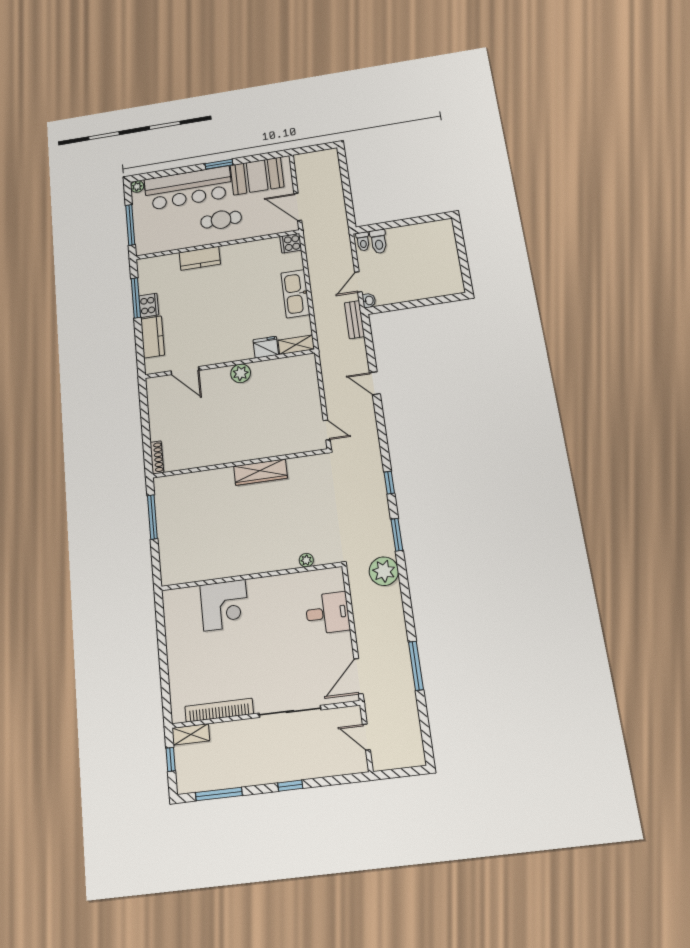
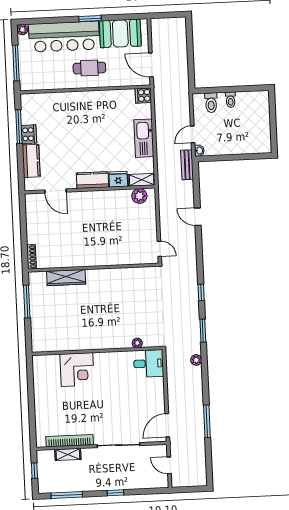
toilet: (363, 241) -> (231, 100), moved
kitchen counter: (200, 258) -> (93, 180), moved, turned 180
plant: (241, 373) -> (139, 196), moved
wardrobe: (260, 472) -> (66, 278), moved
plant: (384, 571) -> (196, 360), width x0.53, depth x0.53
desk: (327, 613) -> (149, 363), moved
shelving: (191, 734) -> (68, 454), moved

